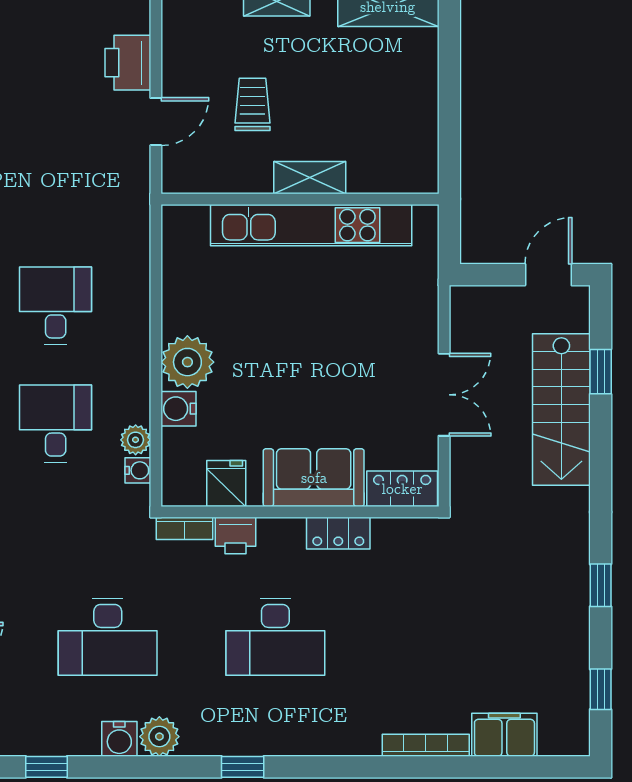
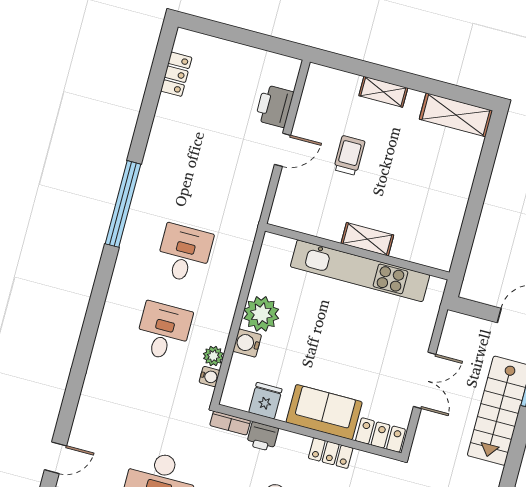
shelving: (310, 178) -> (367, 239), moved
wall: (300, 199) -> (357, 252), moved
kitchen unit: (311, 225) -> (360, 271), moved

